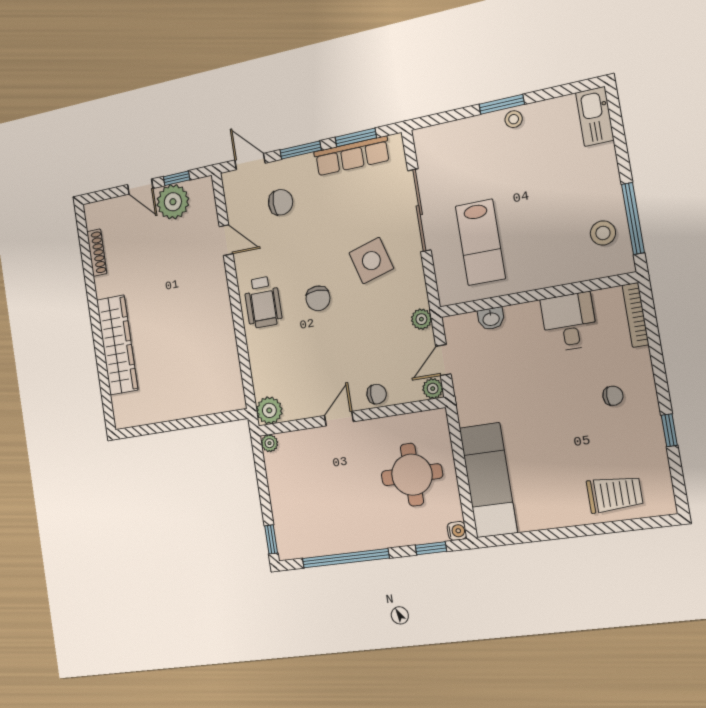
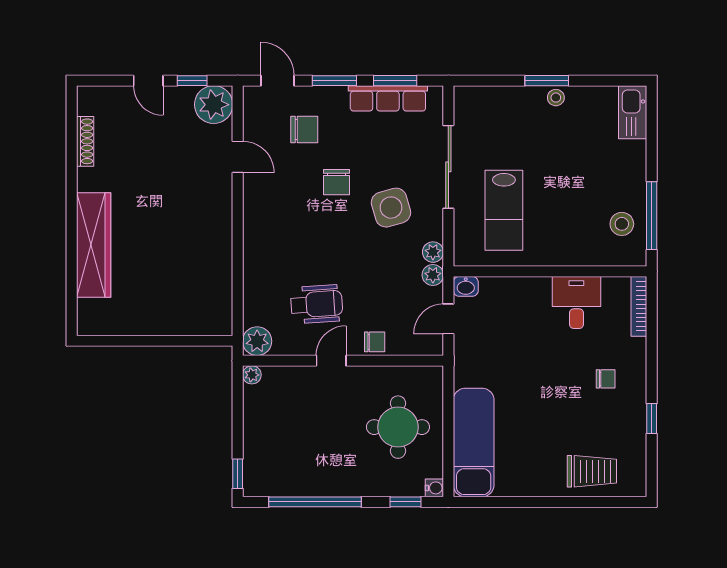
plant: (173, 202) -> (214, 105), moved
chair: (318, 298) -> (337, 182), moved
wheelchair: (263, 302) -> (317, 304), moved, turned -94
washbasin: (491, 319) -> (466, 286), moved
plant: (433, 389) -> (433, 252), moved

